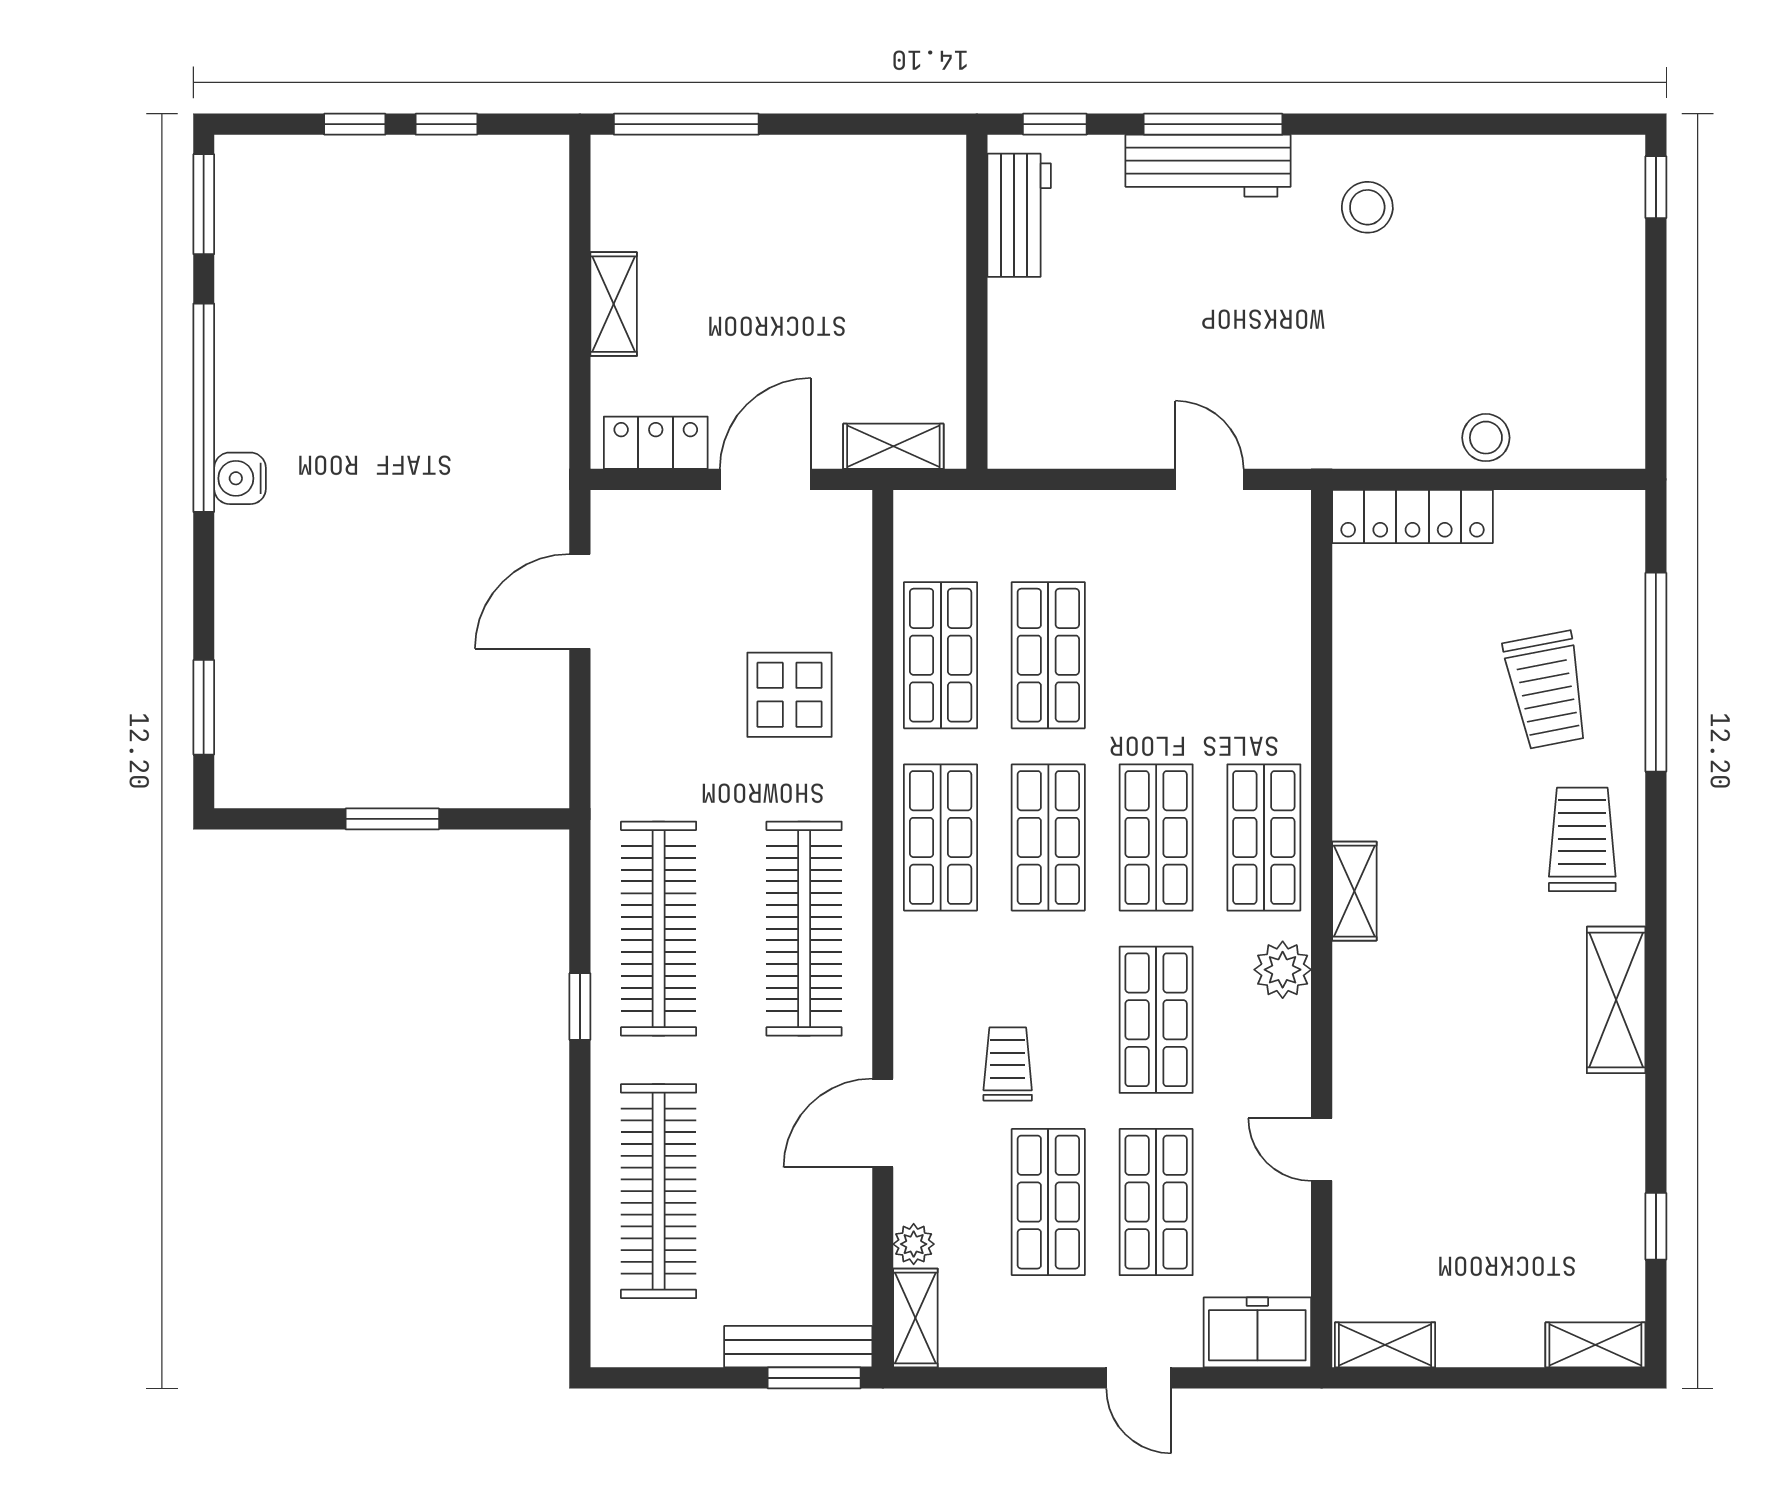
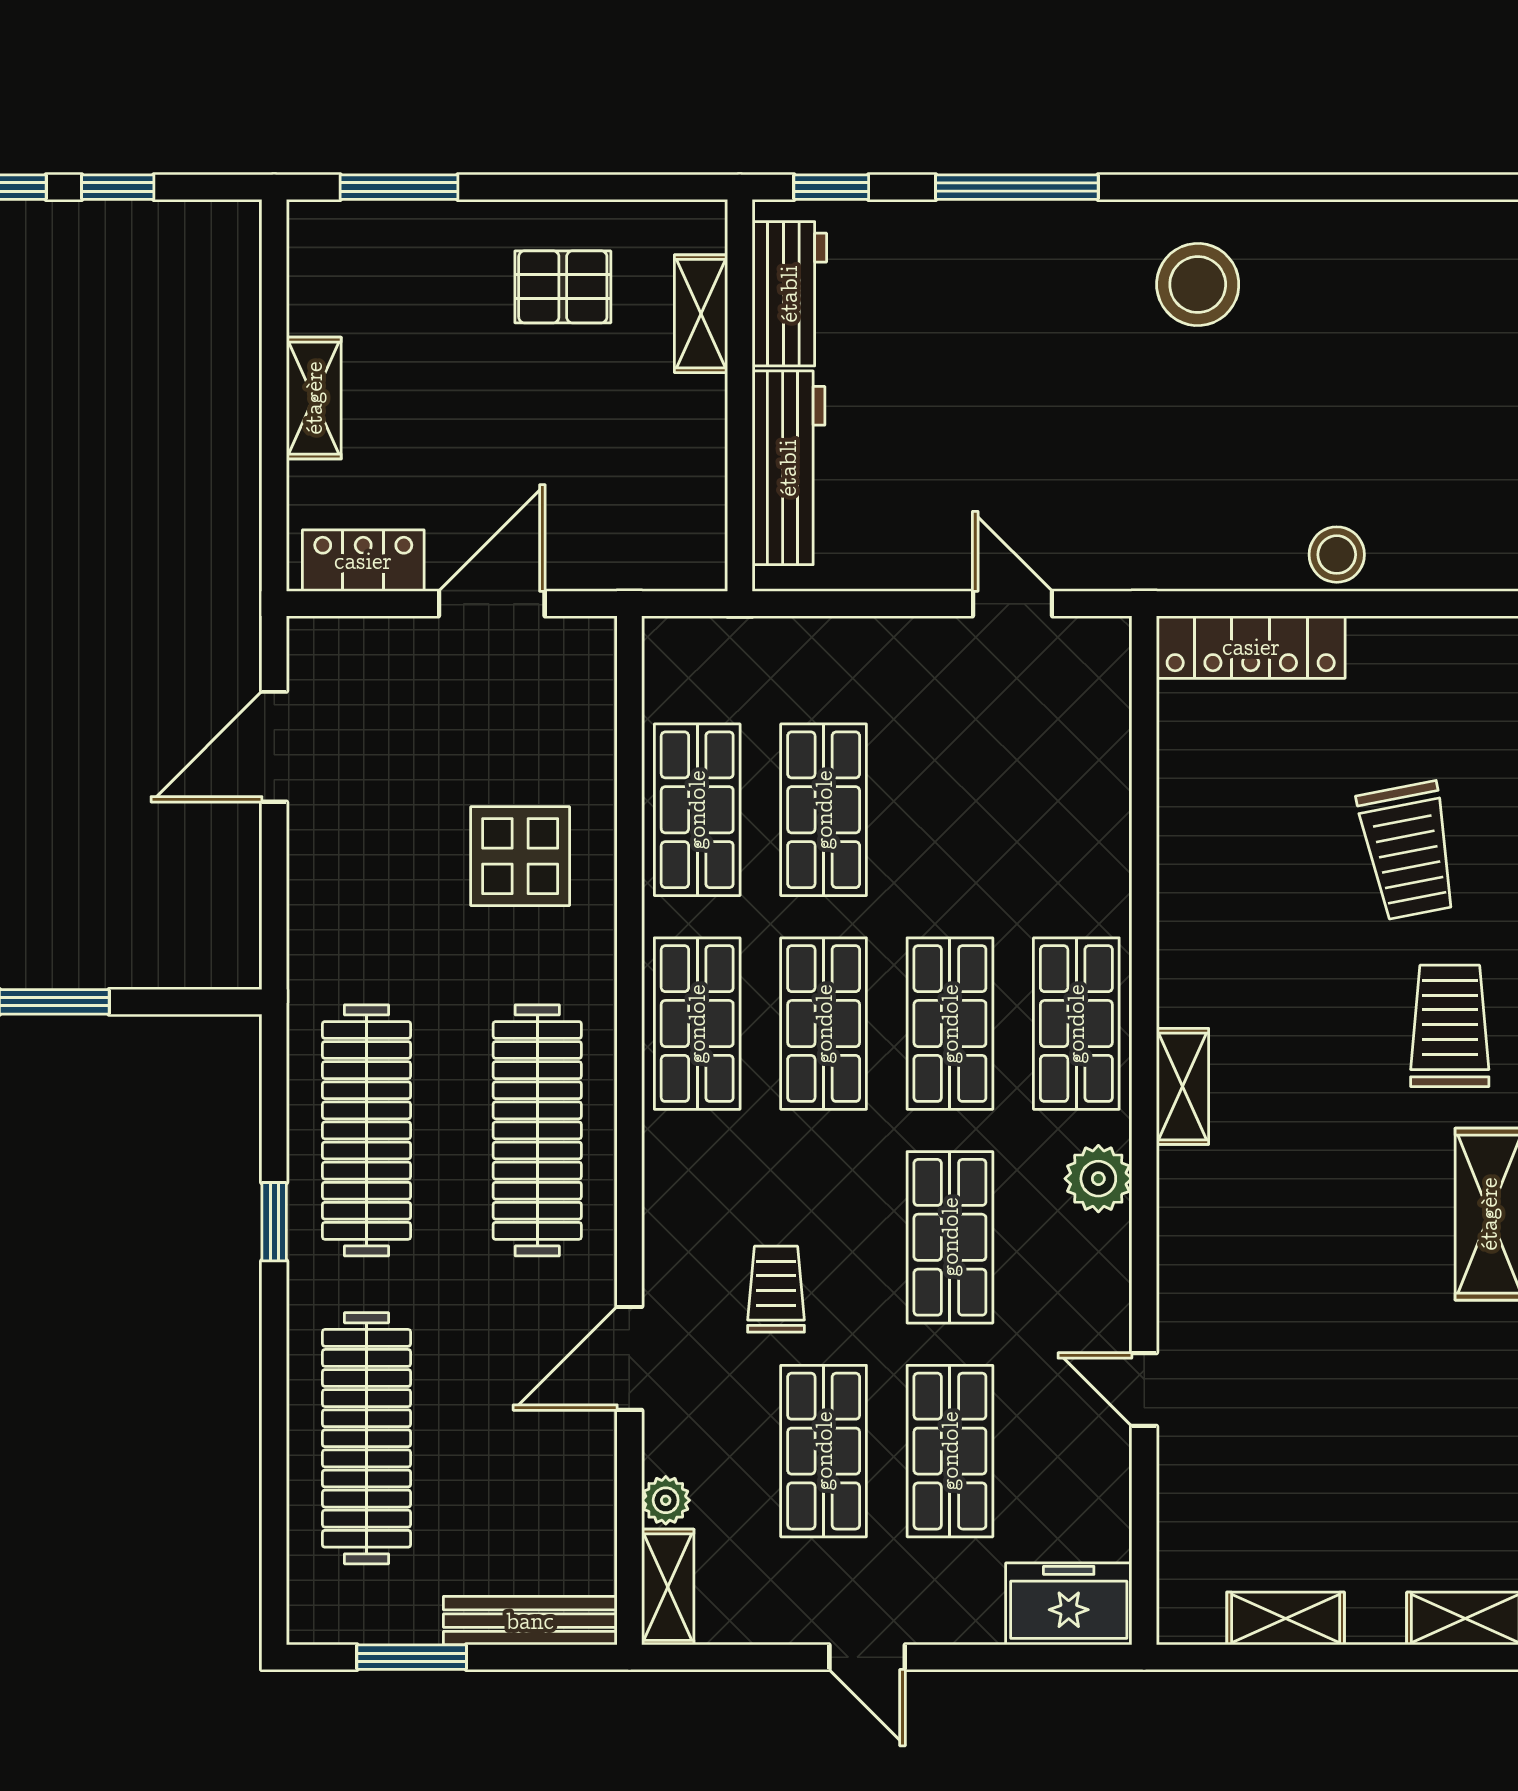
window: (686, 124) -> (399, 187), width x0.69
workbench: (1208, 166) -> (788, 468), moved, turned -90
stool: (1367, 207) -> (1198, 285), width x1.38, depth x1.38
pallet: (826, 209) -> (563, 287), added
shelving: (893, 446) -> (701, 314), moved, turned 90
shelving: (1385, 1345) -> (1286, 1619), moved
window: (814, 1378) -> (412, 1657), moved
door: (1139, 1378) -> (867, 1657), moved

